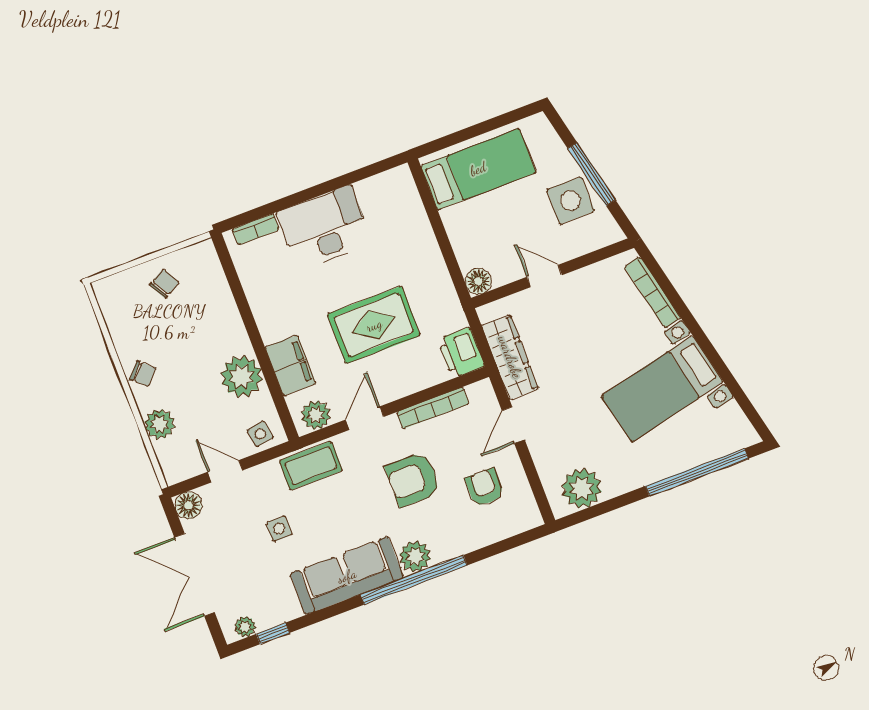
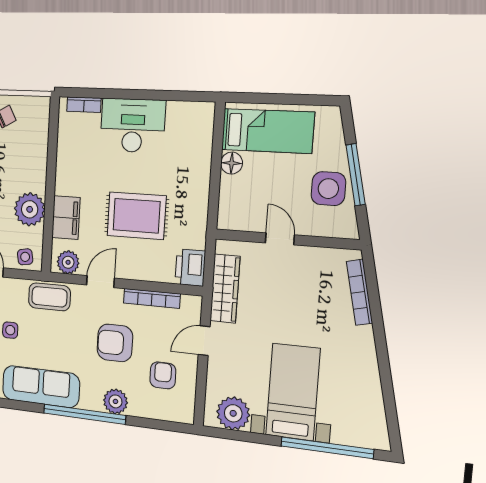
floor lamp: (478, 281) -> (232, 163), moved
bed with nightstands: (662, 389) -> (293, 392), moved, turned 103
plant: (415, 556) -> (115, 401), moved

